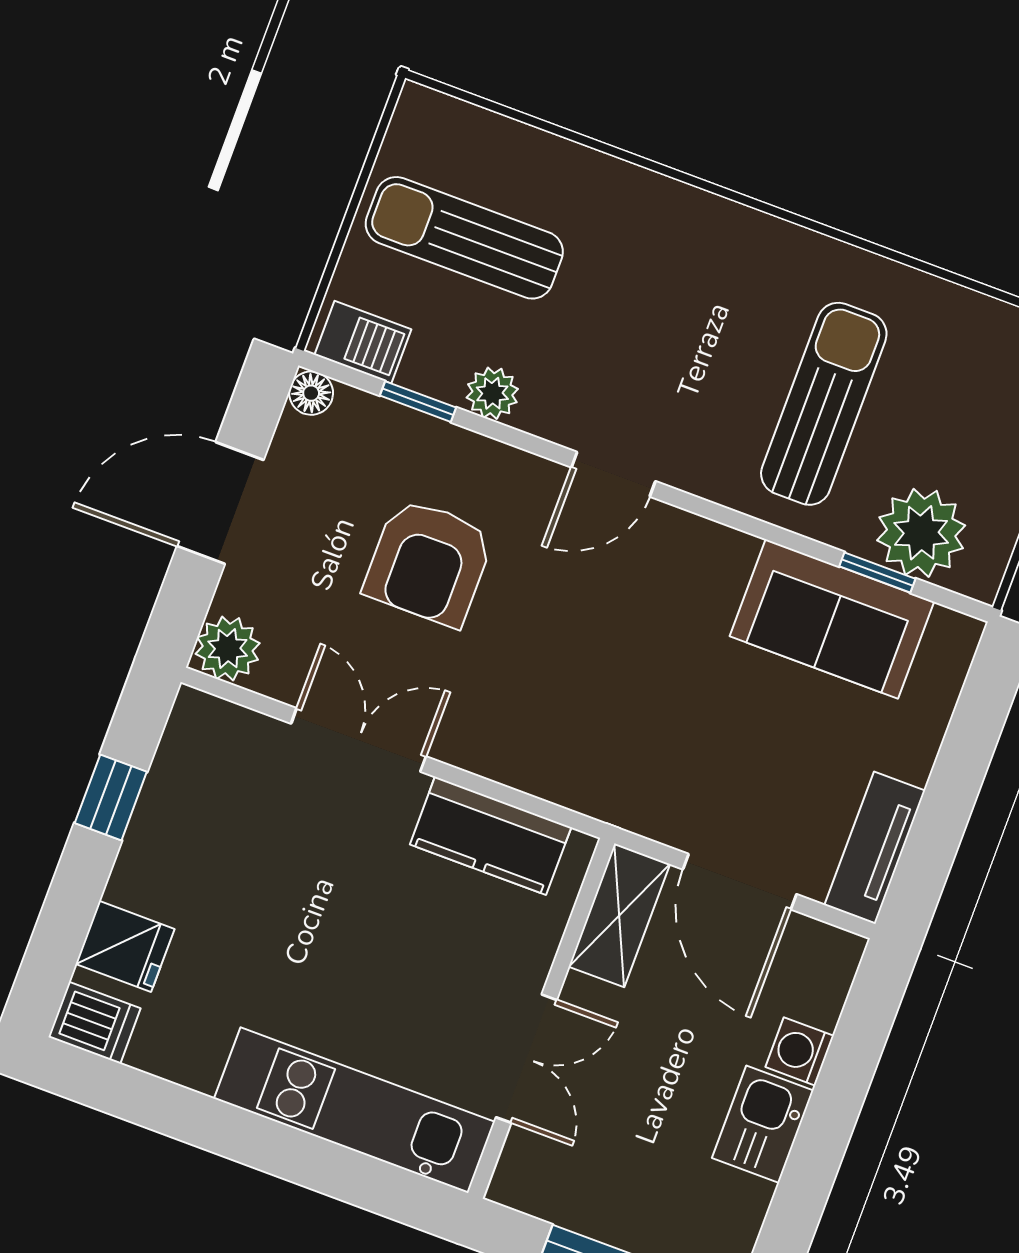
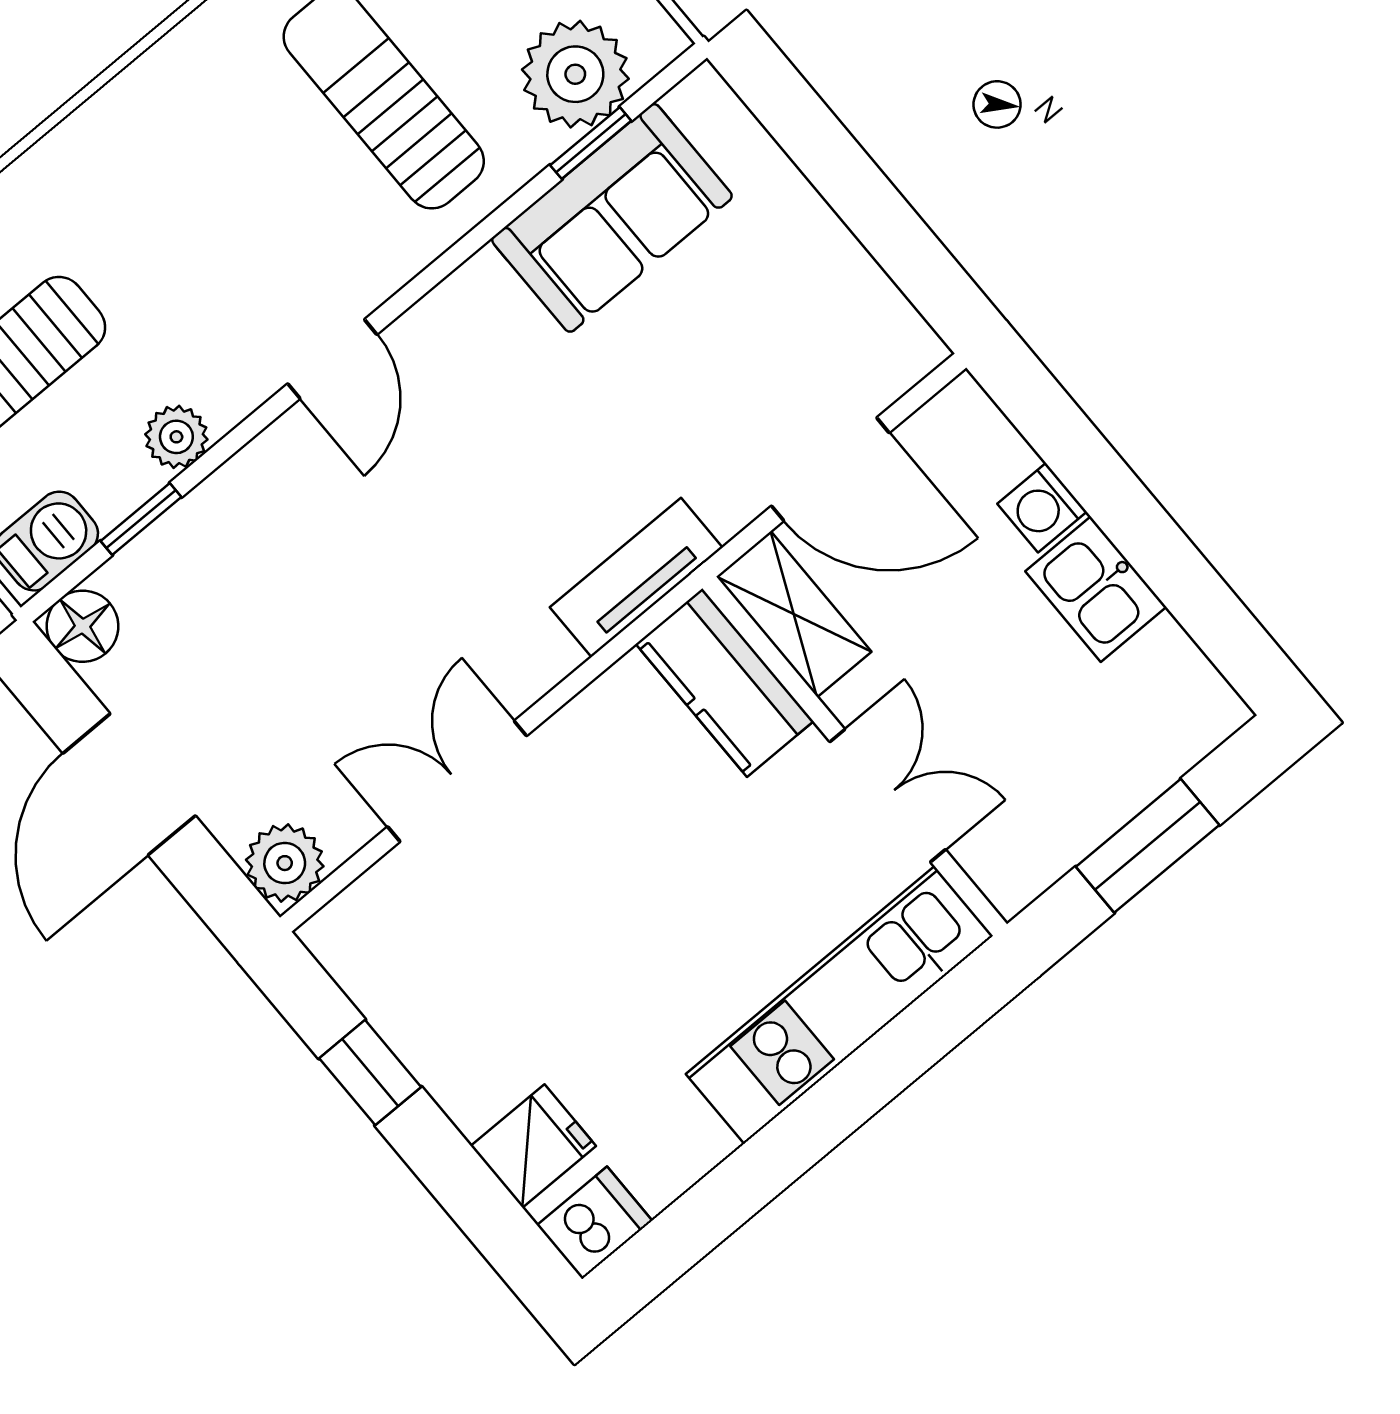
floor lamp: (311, 393) -> (83, 626), width x1.37, depth x1.37
armchair: (429, 562) -> (314, 603), removed
kitchen counter: (491, 836) -> (725, 683), moved, turned 90
tv unit: (875, 848) -> (636, 577), moved, turned 90

